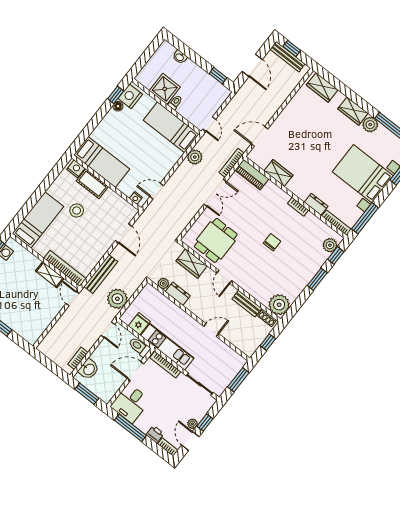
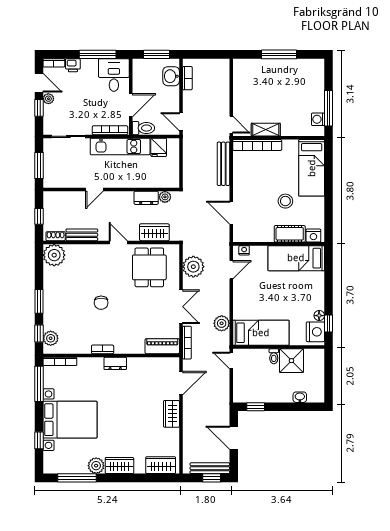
wardrobe: (279, 173) -> (171, 414), moved, turned 90
double door: (215, 193) -> (181, 307), swing flipped
dresser: (316, 204) -> (115, 363), moved
plant: (117, 299) -> (193, 267), moved

